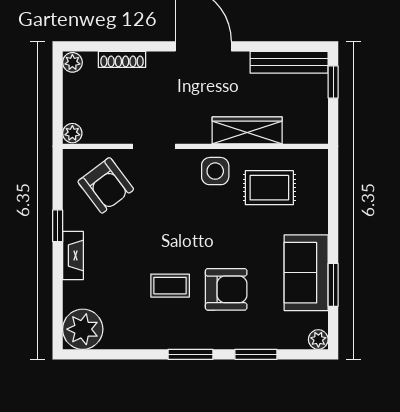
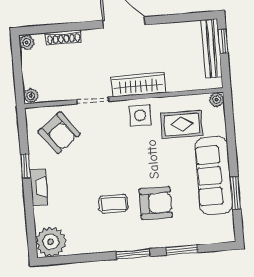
bench: (289, 62) -> (212, 48), moved, turned 90
wardrobe: (247, 130) -> (138, 85), moved
sofa: (306, 273) -> (214, 175), width x1.36
plant: (318, 339) -> (217, 100), moved

